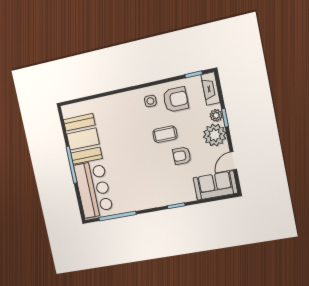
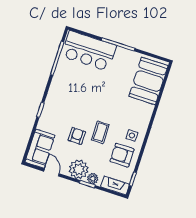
armchair: (176, 99) -> (122, 155), turned 90
booth: (83, 139) -> (148, 81), moved, turned 90

